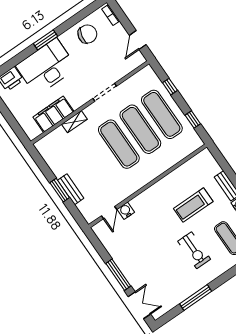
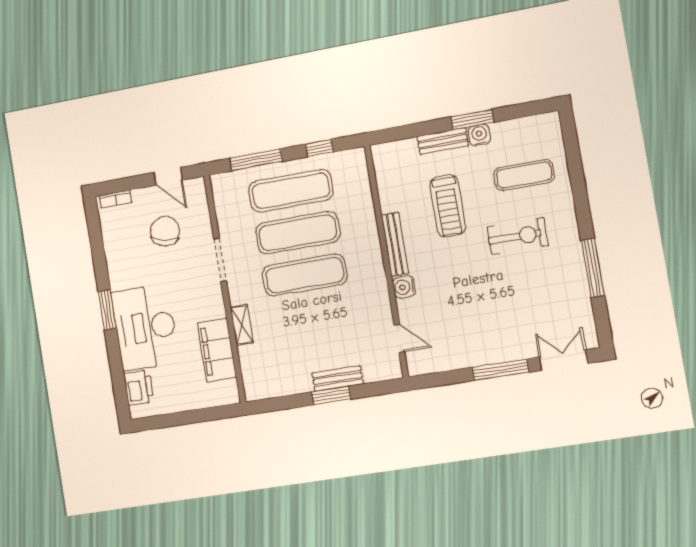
chair: (87, 34) -> (165, 231), moved
window: (170, 87) -> (256, 160), width x2.17
bench: (159, 186) -> (395, 244), added
water cooler: (126, 211) -> (404, 287), moved

